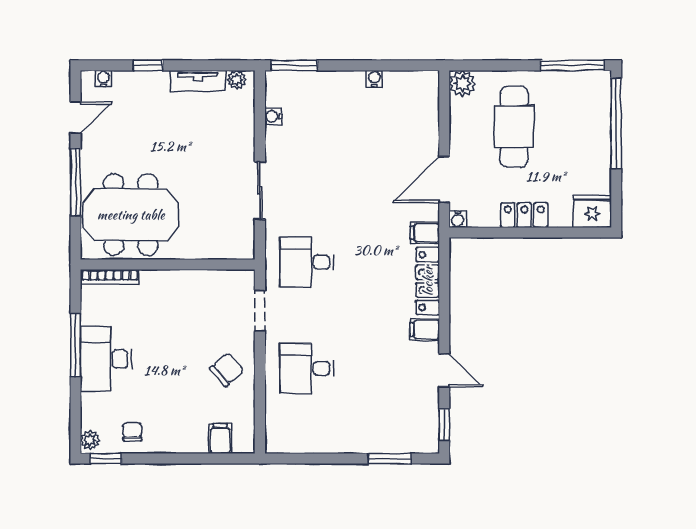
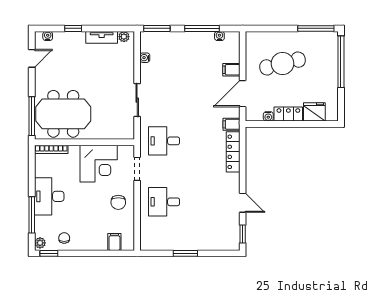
window: (373, 65) -> (202, 28), added
water cooler: (374, 79) -> (219, 36), moved
plant: (462, 84) -> (253, 39), removed
cafe table: (514, 127) -> (283, 64), turned 76
window: (76, 182) -> (32, 116), moved
fridge: (592, 211) -> (314, 112), moved
water cooler: (458, 219) -> (268, 116), moved
corner desk: (193, 302) -> (99, 164), added
filing cabinet: (425, 329) -> (231, 70), moved
window: (76, 345) -> (32, 215), moved
chair: (227, 370) -> (118, 202), turned 132
window: (390, 459) -> (185, 253), moved

